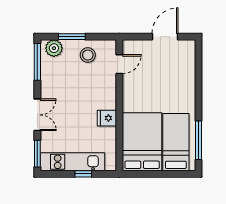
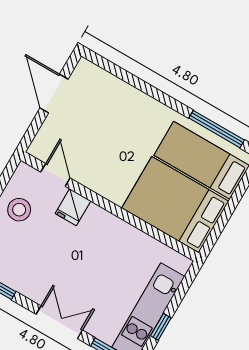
fridge: (107, 118) -> (73, 207), moved
window: (83, 174) -> (161, 327), moved

